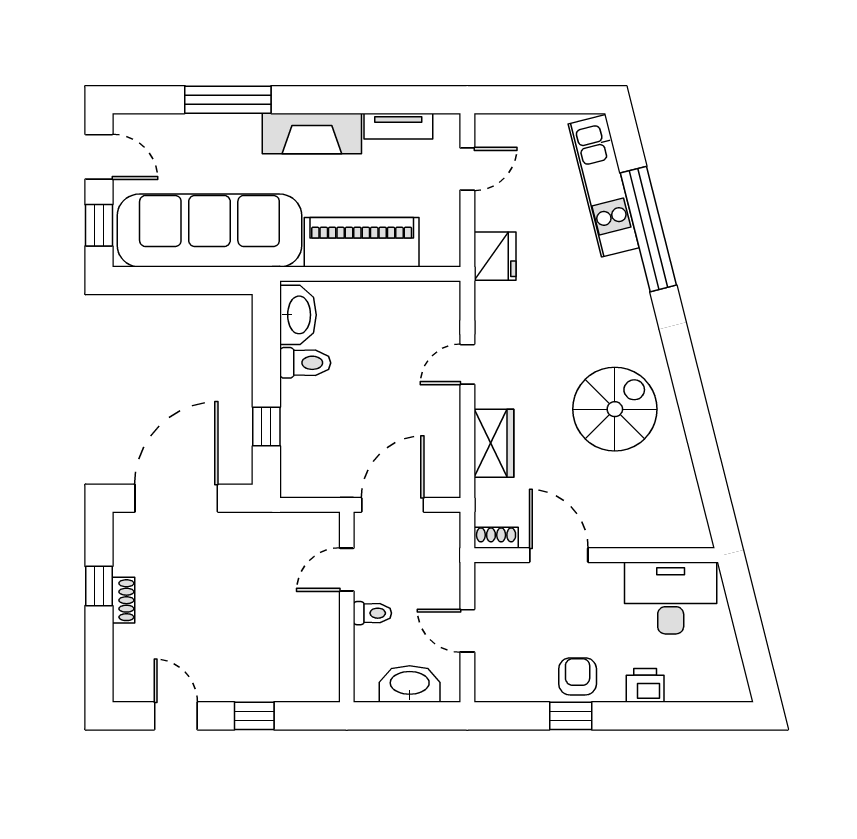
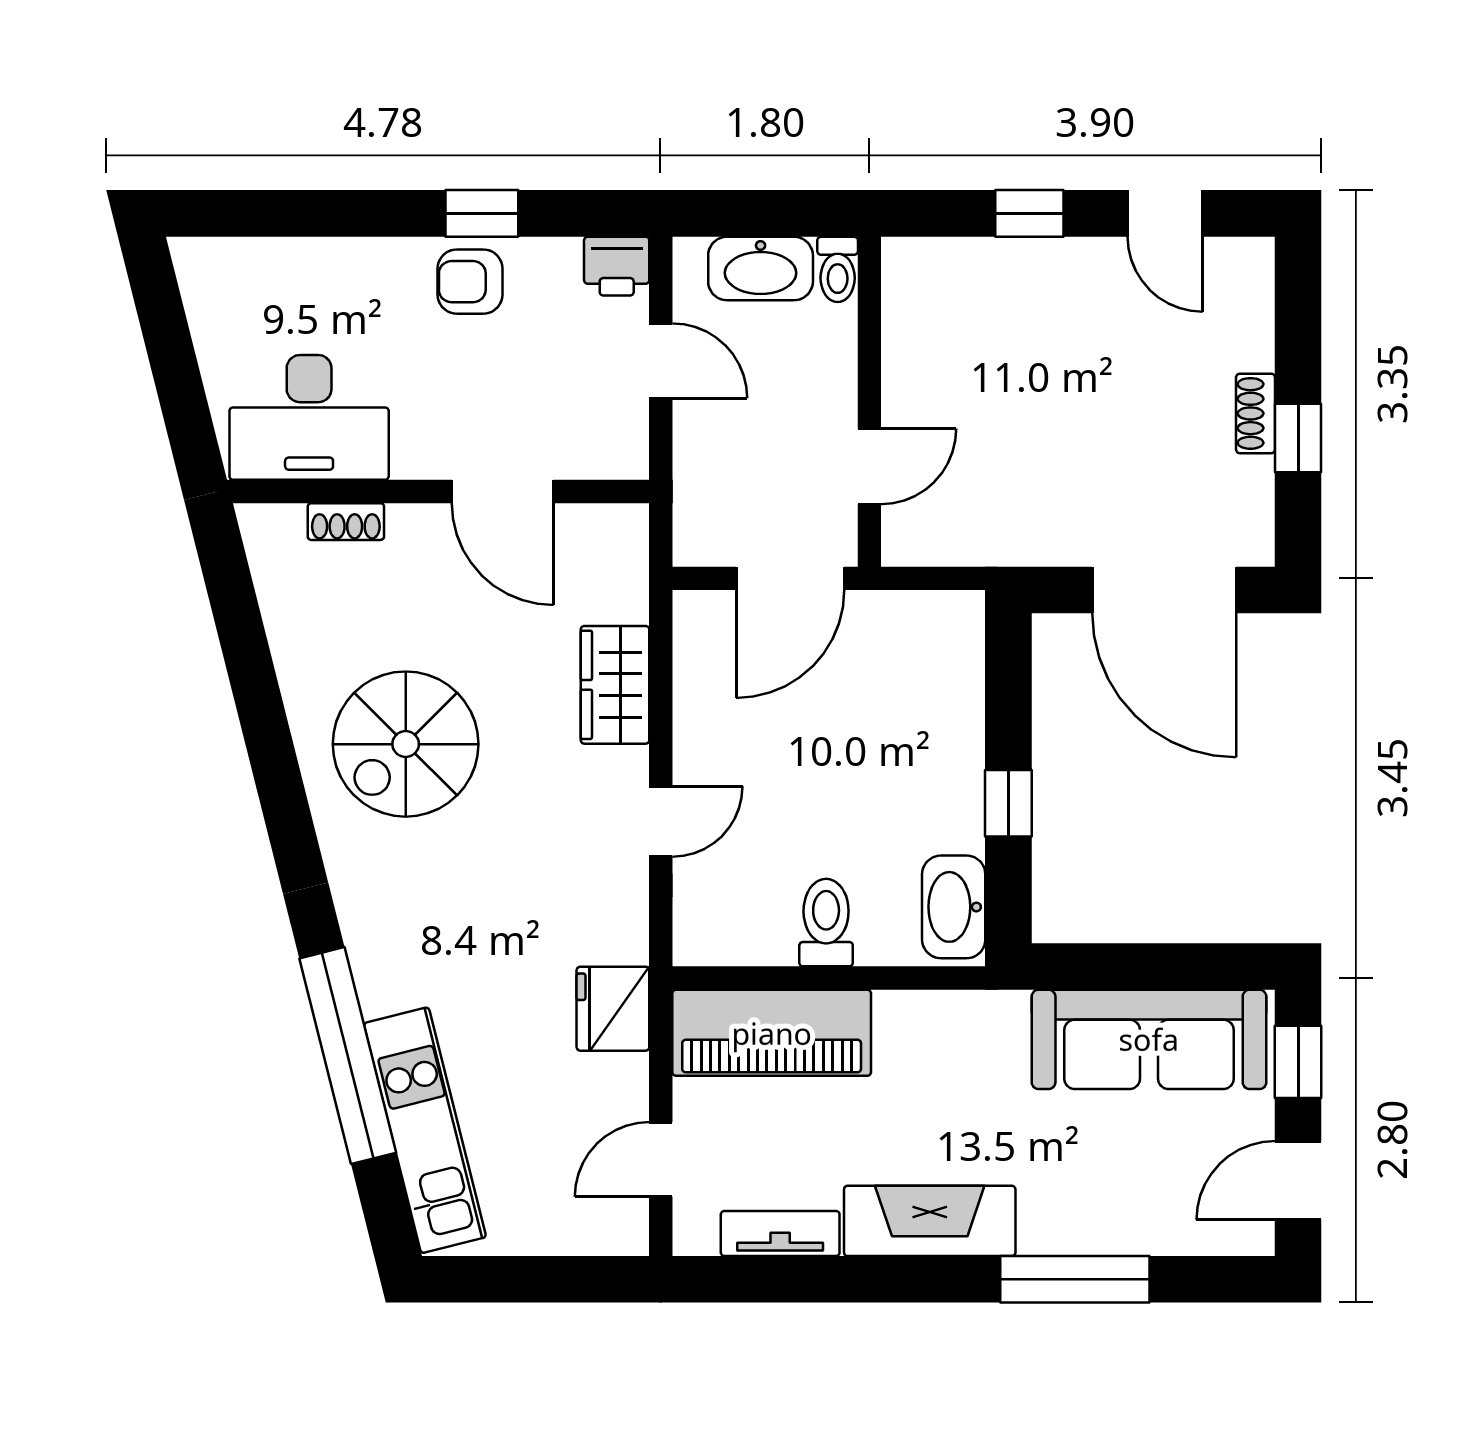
door: (99, 157) -> (1298, 1180), hinge flipped
sofa: (209, 231) -> (1149, 1039), width x0.74, depth x0.79
piano: (362, 242) -> (772, 1033), moved
toilet: (305, 363) -> (826, 923), moved, turned 90
window: (266, 427) -> (1008, 803), moved
door: (176, 498) -> (1164, 590), hinge flipped
shoe rack: (496, 538) -> (346, 522), moved
toilet: (372, 613) -> (838, 269), moved, turned -90
armchair: (578, 676) -> (470, 282), turned 90
printer: (645, 685) -> (617, 266), moved

